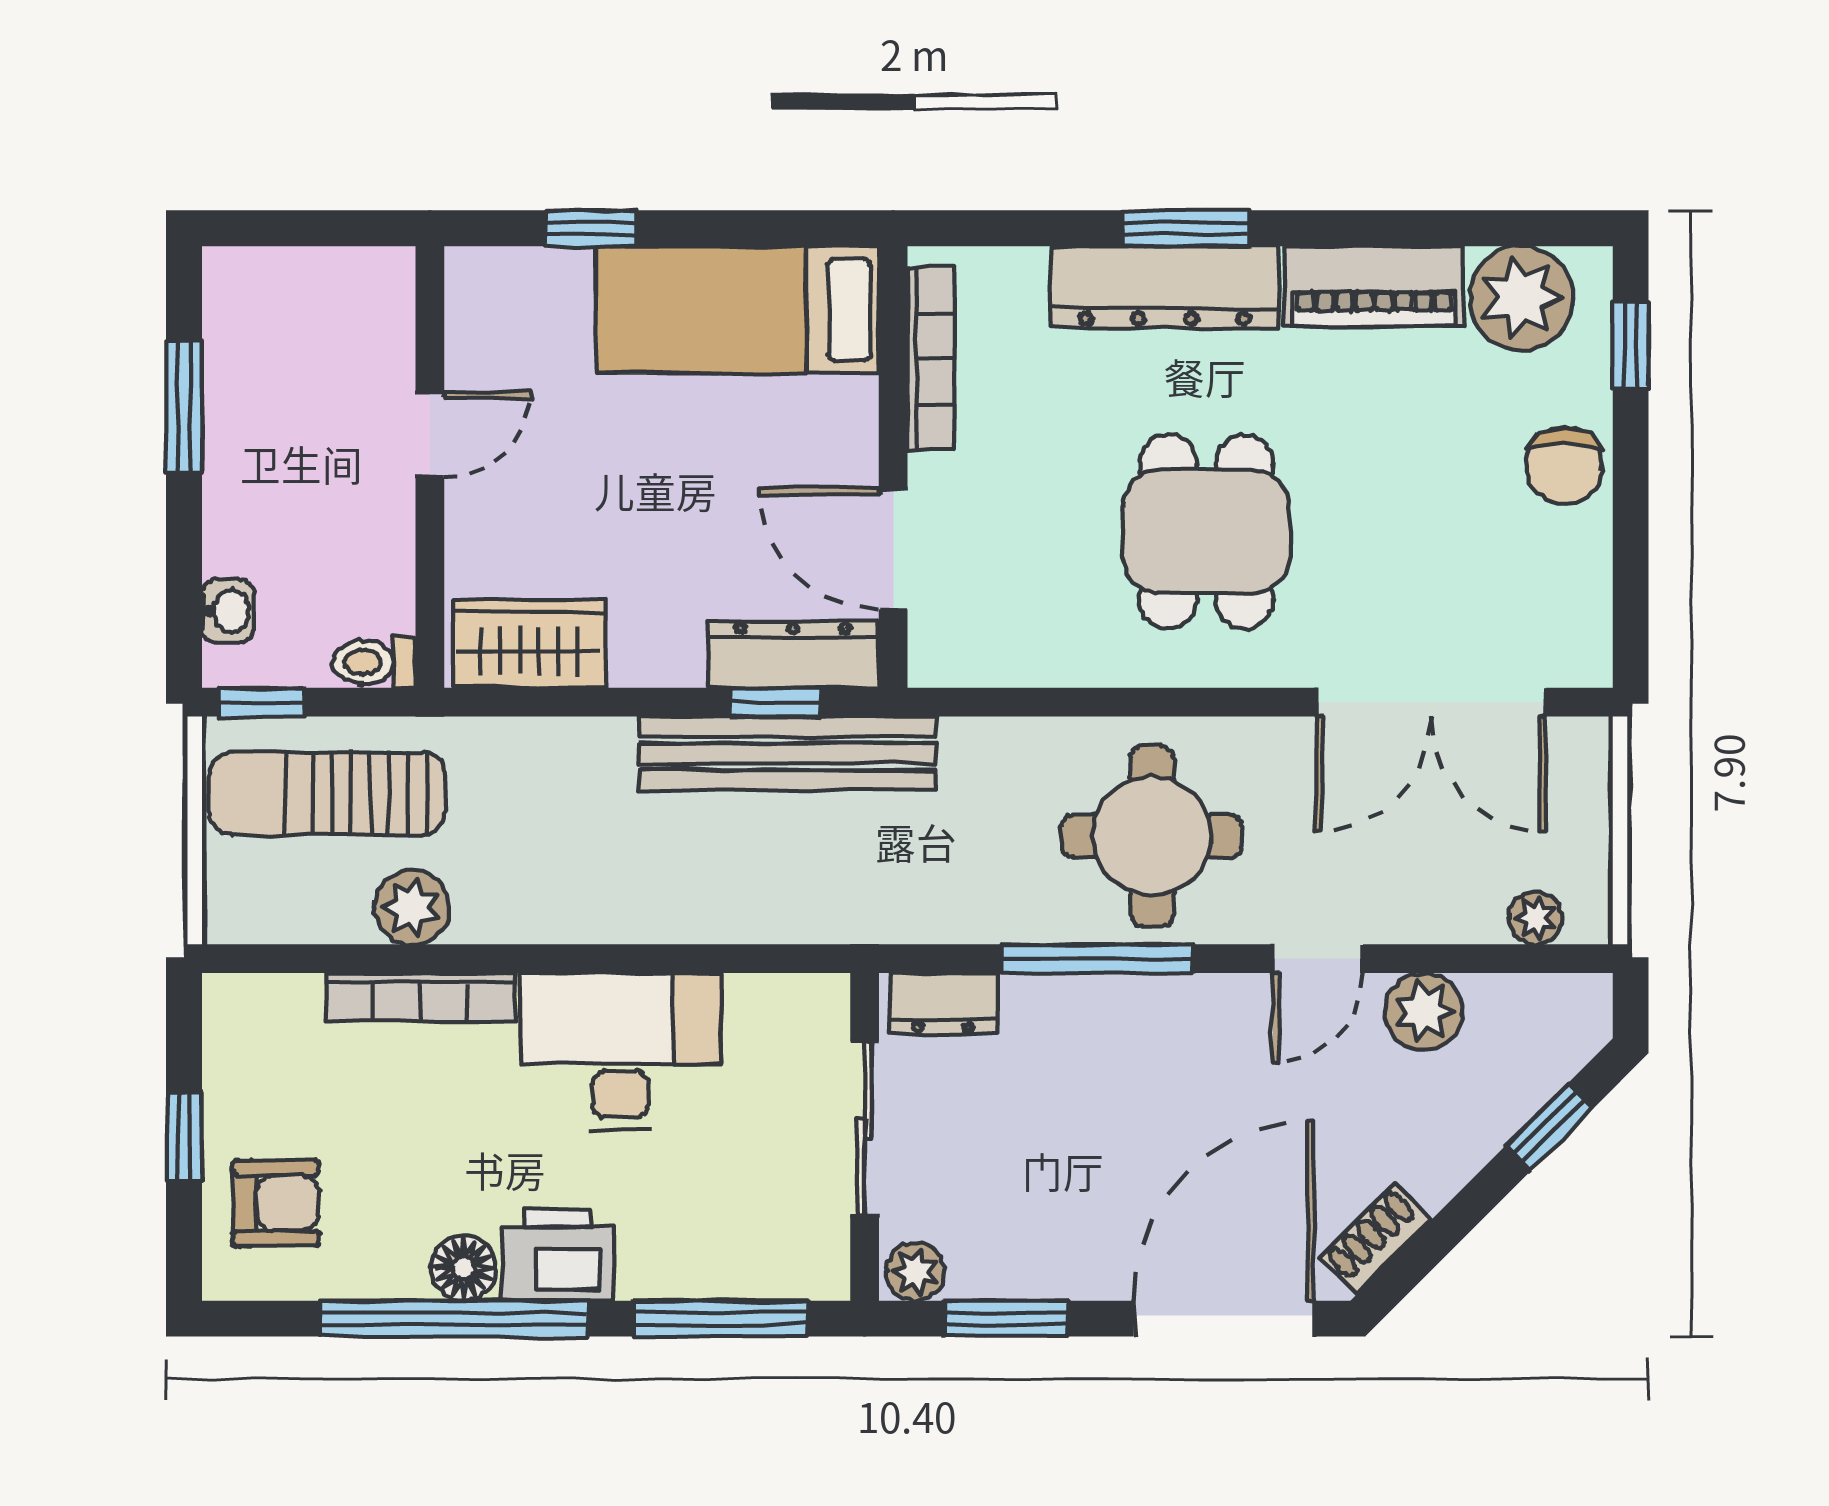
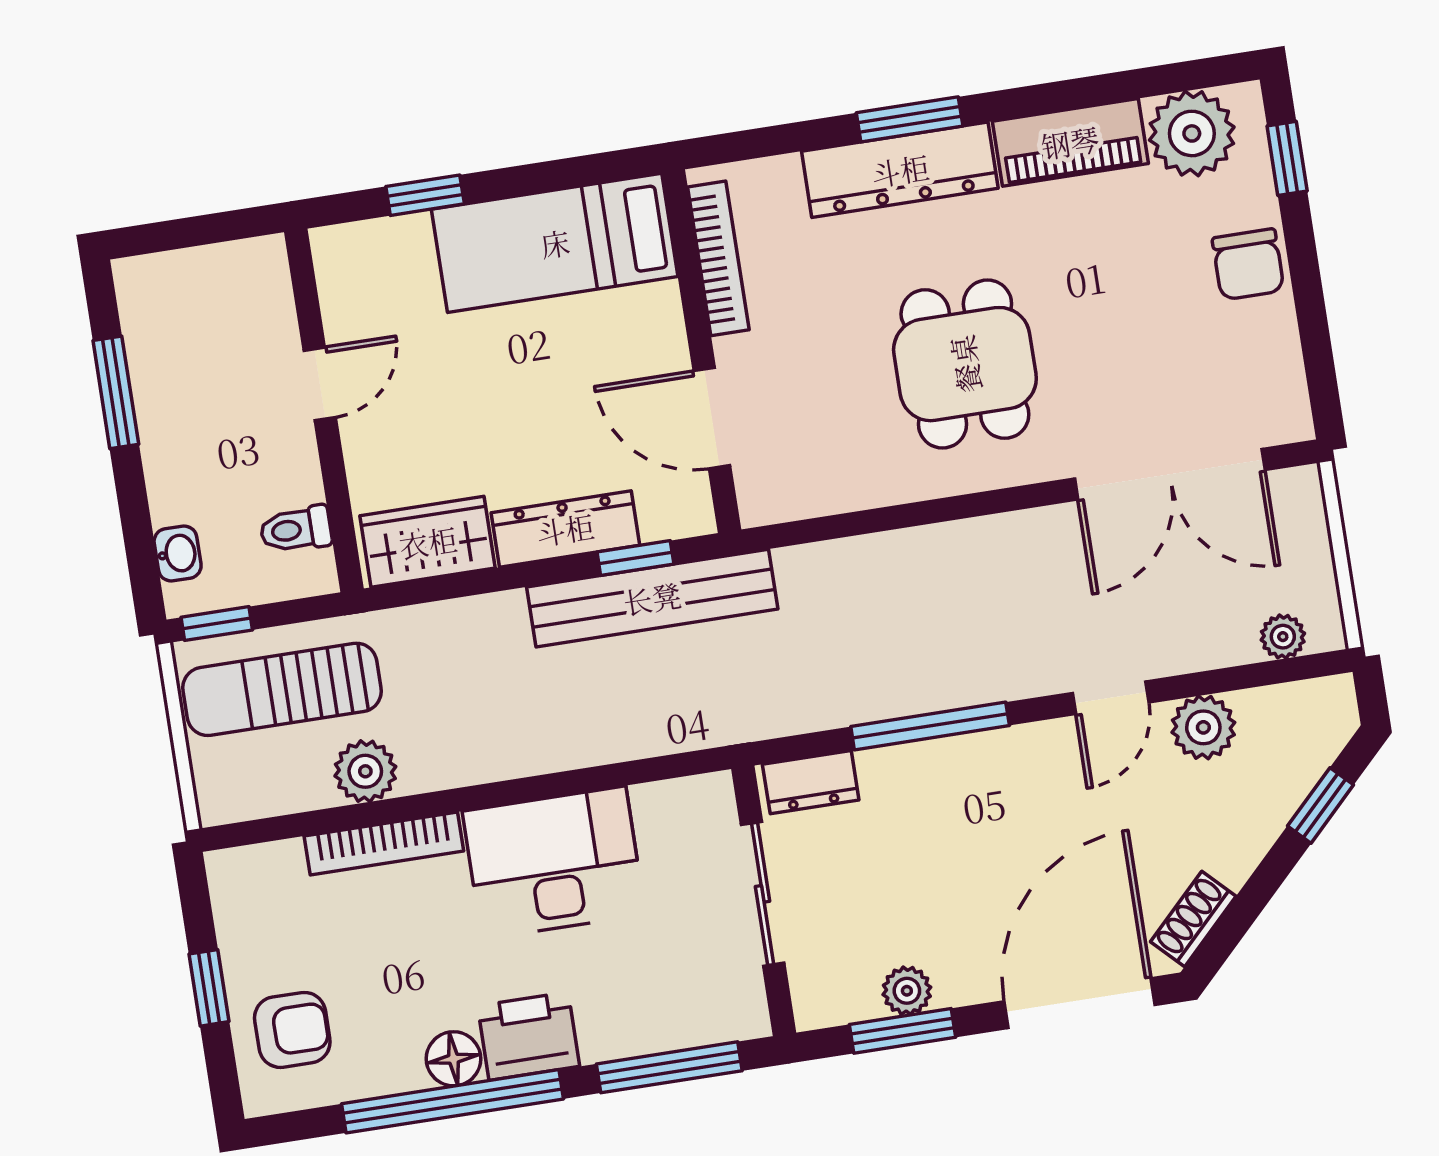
dresser: (793, 654) -> (565, 529), moved
toilet: (374, 662) -> (296, 529), moved
round table: (1152, 836) -> (959, 619), removed
plant: (915, 1271) -> (907, 991), moved

